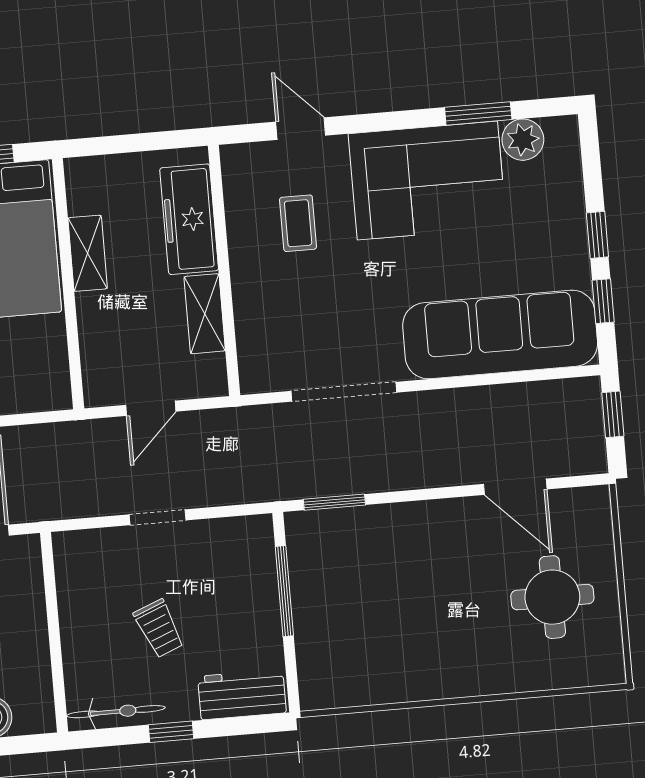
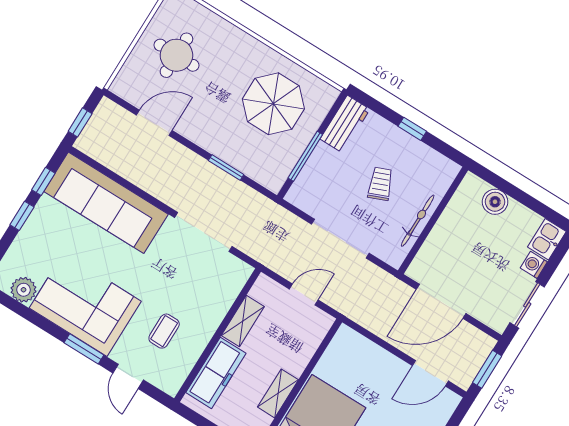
window: (478, 113) -> (84, 349), moved
door: (515, 487) -> (154, 123), hinge flipped
window: (334, 502) -> (226, 167), moved
doorway: (158, 517) -> (340, 239), width x1.88
parasol: (378, 628) -> (273, 104), added
workbench: (242, 694) -> (345, 124), moved, turned -90
bicycle: (116, 712) -> (418, 221), moved, turned 90

